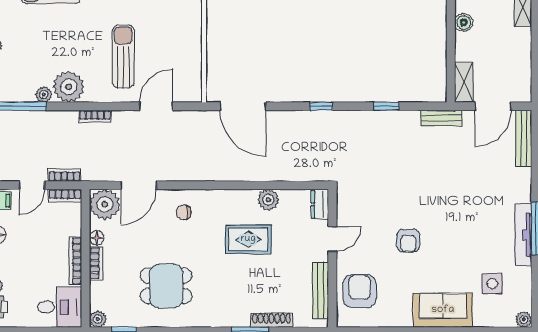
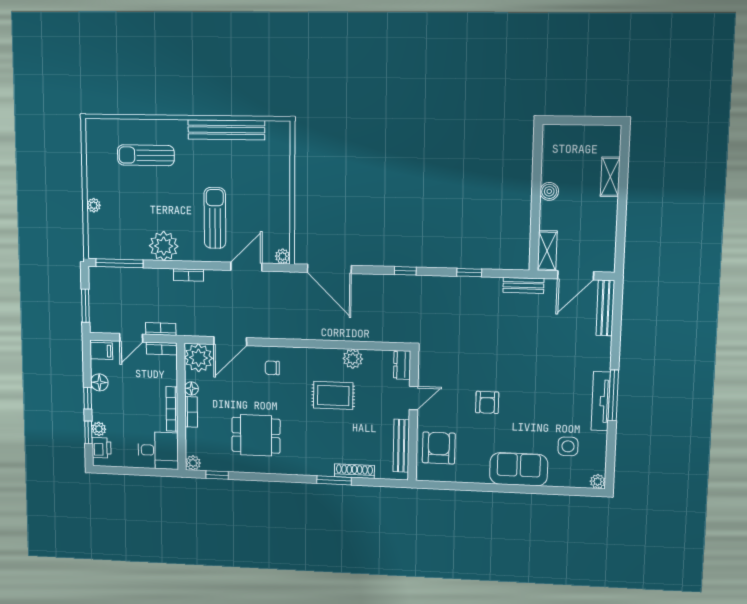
plant: (44, 94) -> (283, 256), moved

